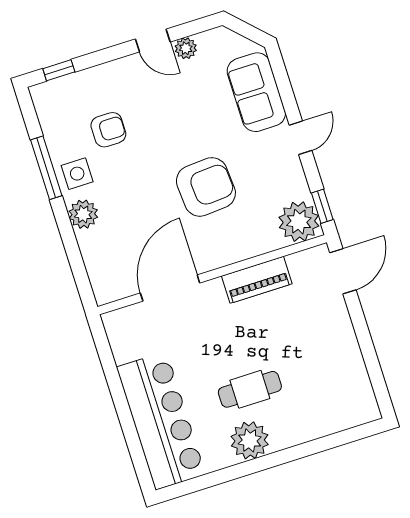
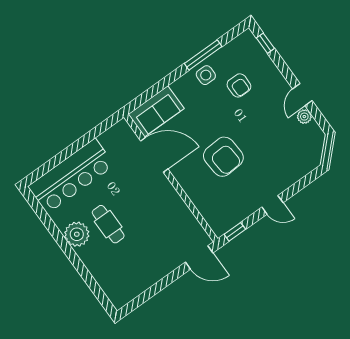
sofa: (256, 92) -> (156, 111), moved, turned 180
plant: (83, 214) -> (182, 87), removed
plant: (299, 222) -> (221, 221), removed
piano: (257, 280) -> (177, 206), removed

